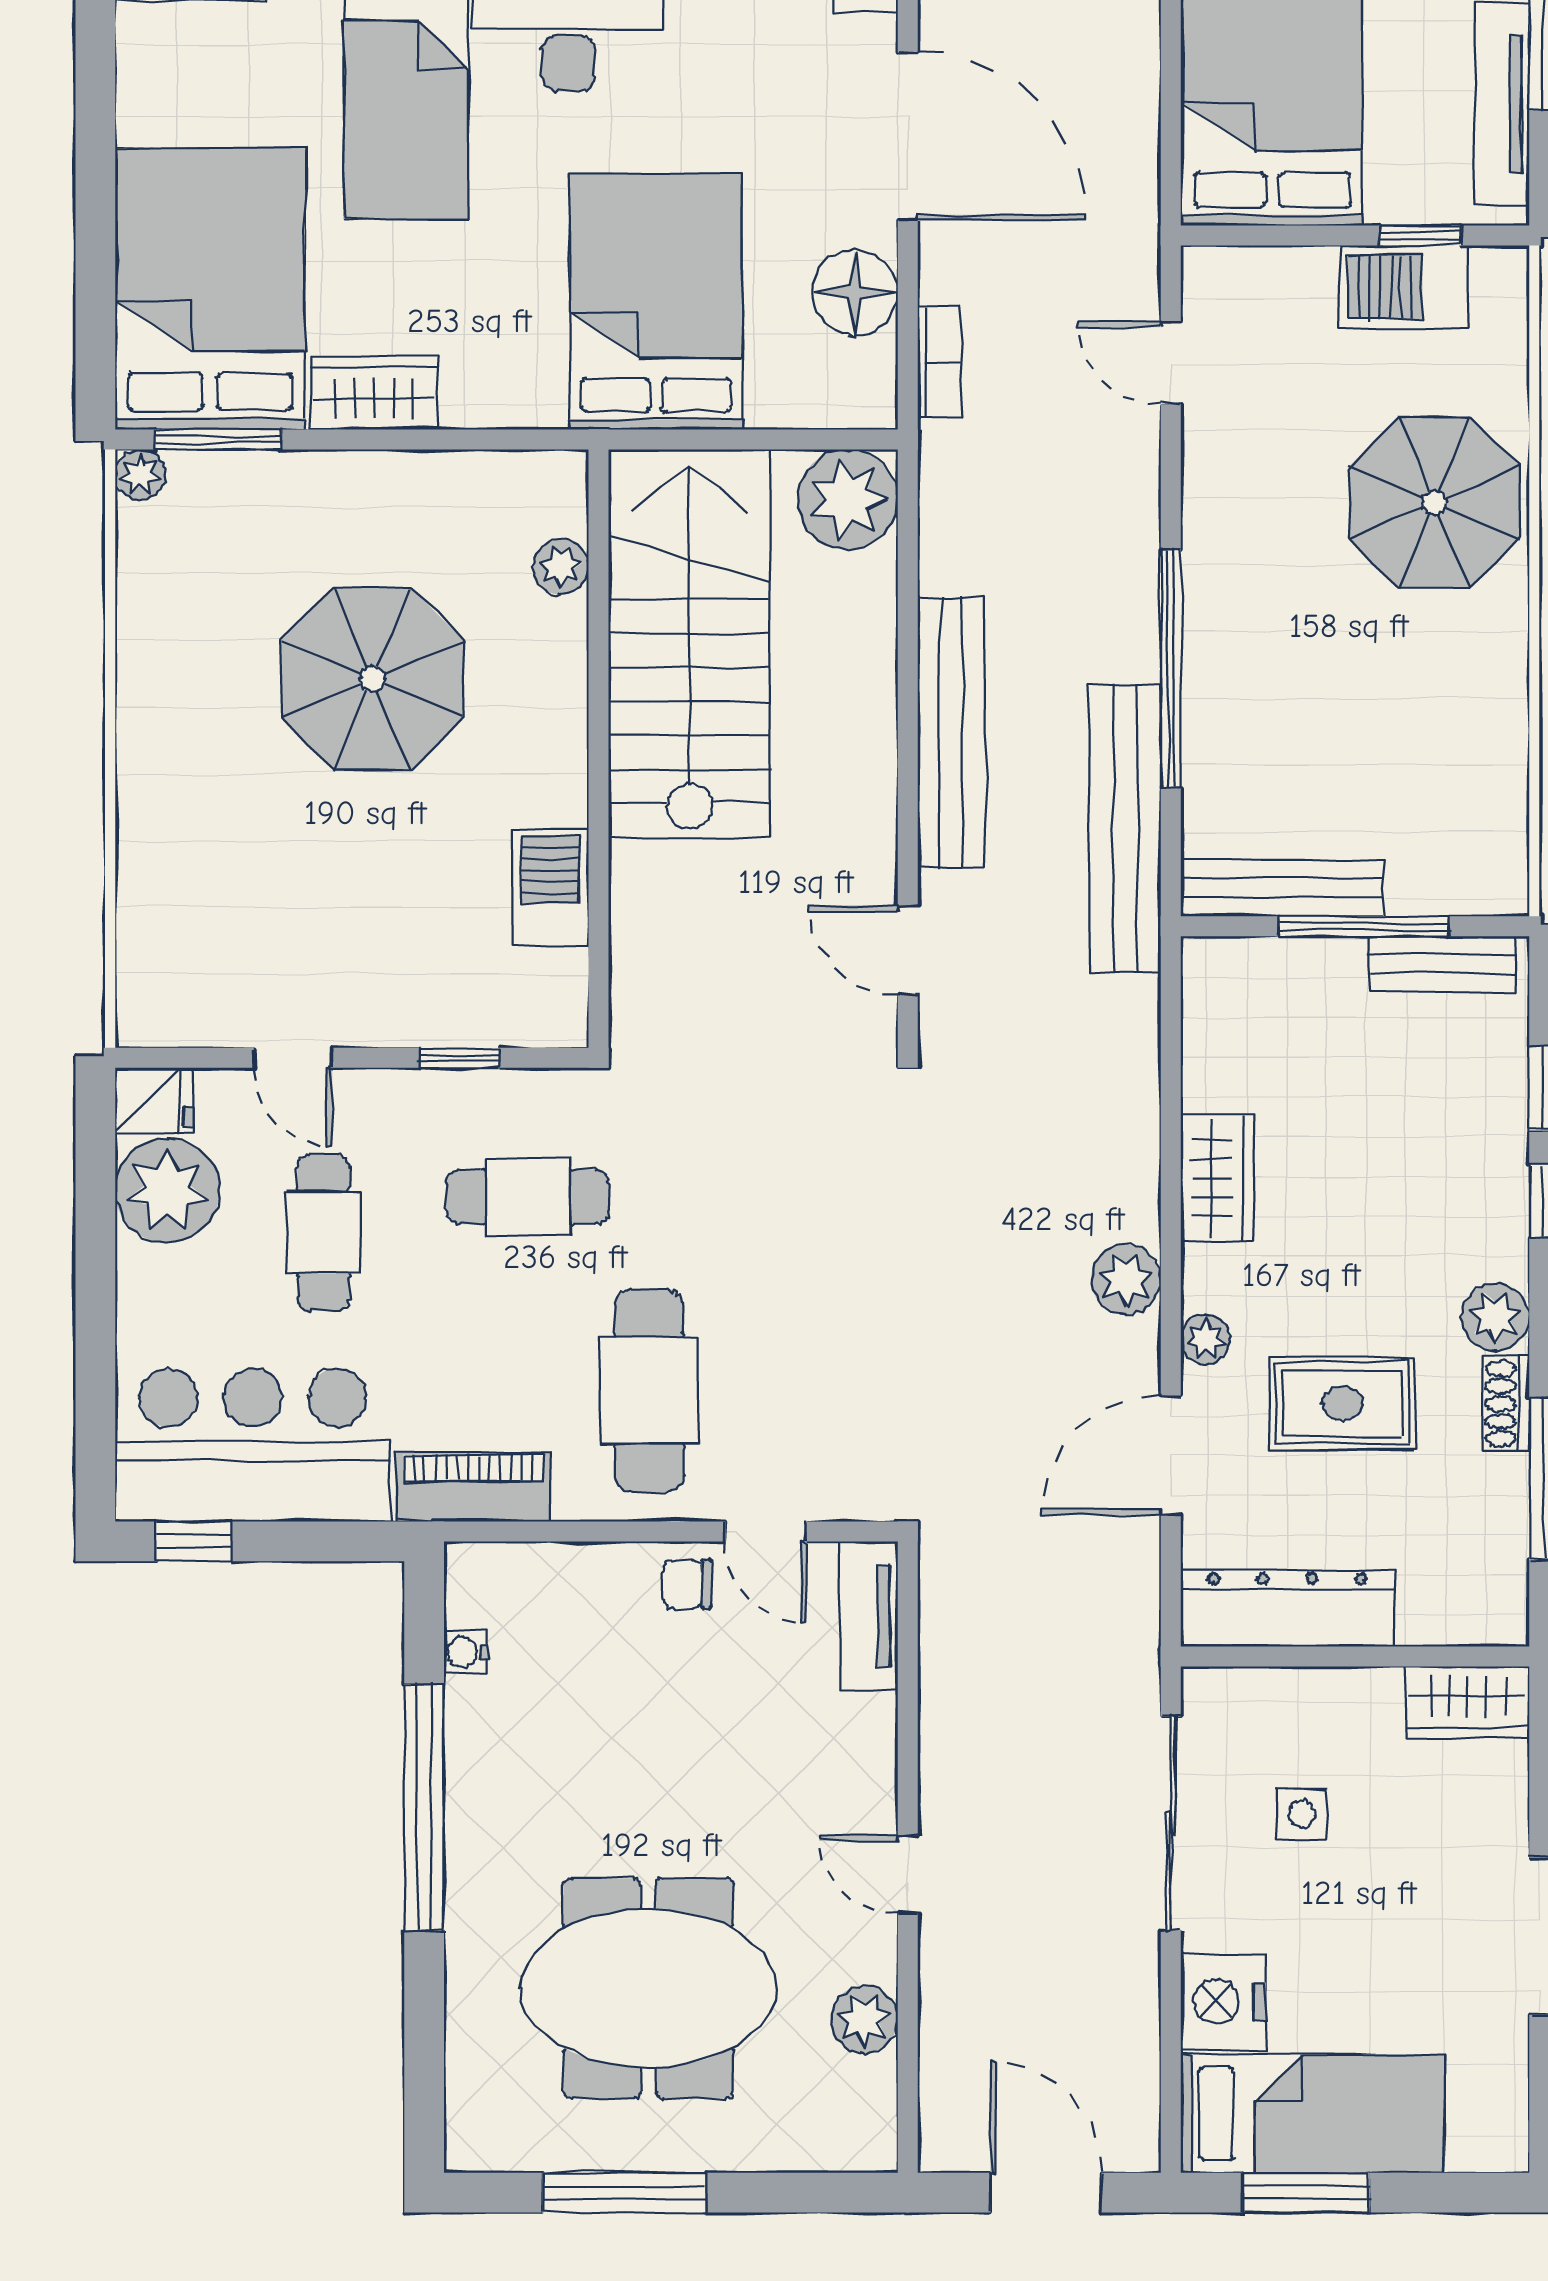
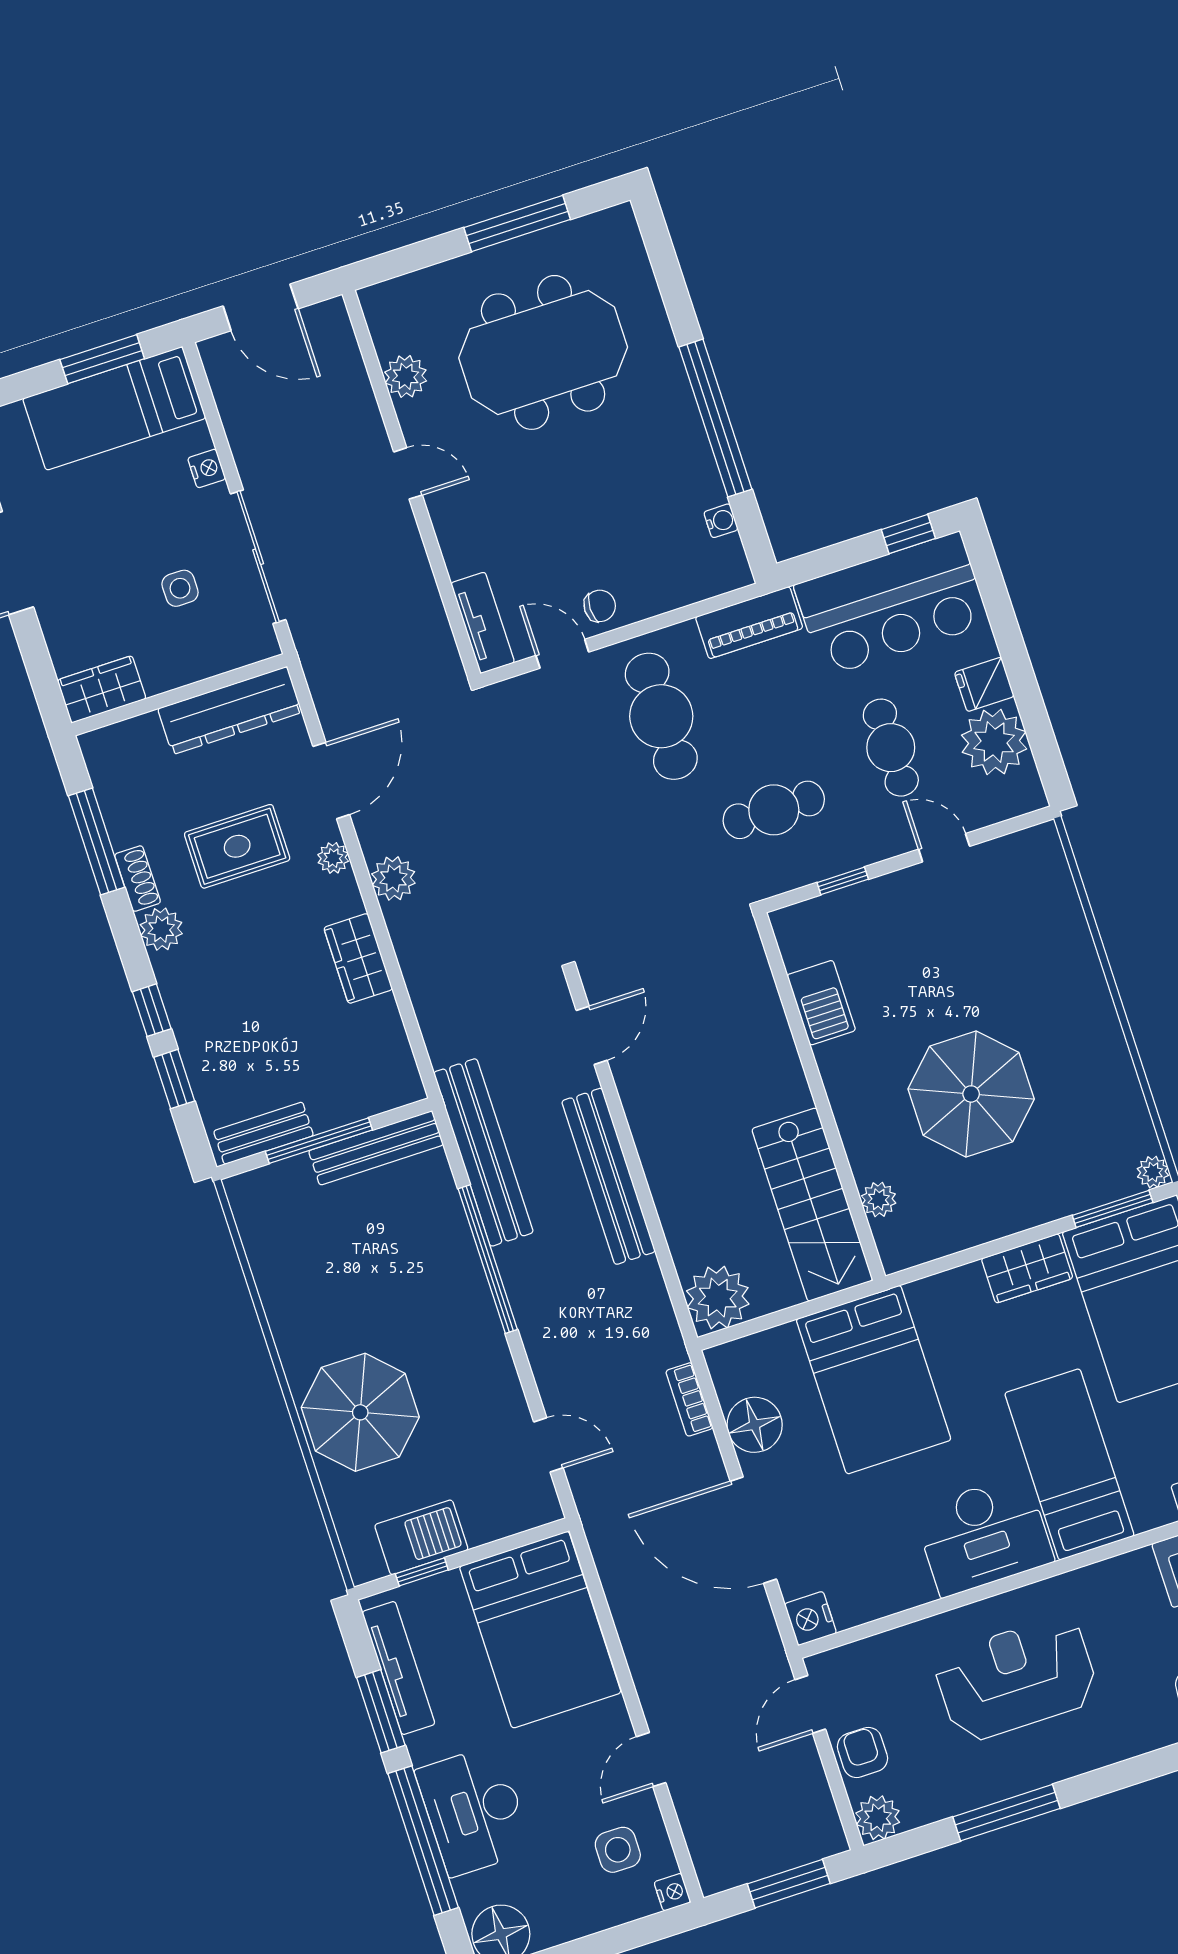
stairs: (689, 643) -> (812, 1205), width x0.73, depth x0.66
door: (908, 950) -> (592, 1035), hinge flipped
fridge: (154, 1100) -> (984, 684), moved
nightstand: (1223, 2002) -> (207, 468), width x0.53, depth x0.56

